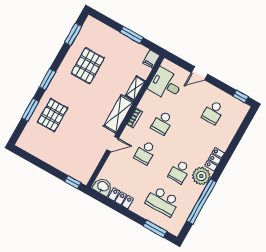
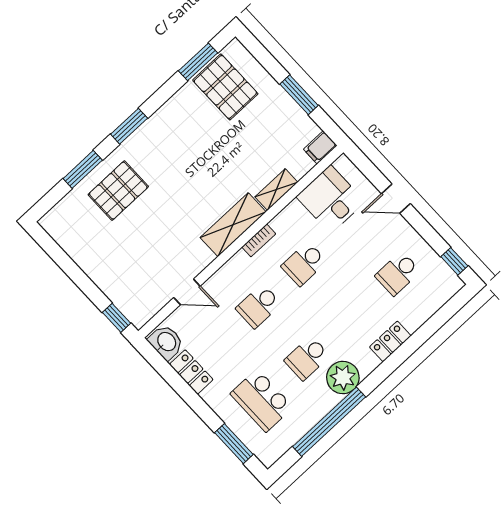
pallet: (88, 66) -> (225, 87), moved, turned 90
door: (113, 144) -> (187, 292), moved
locker: (215, 159) -> (390, 341), moved

